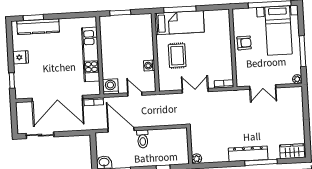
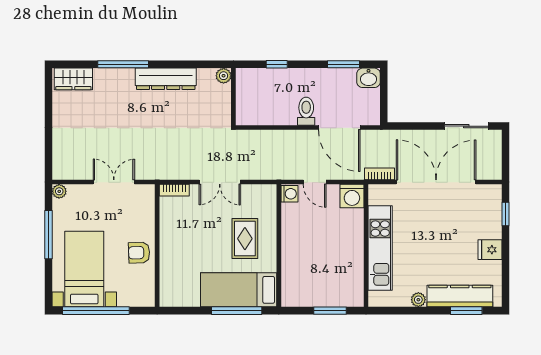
plant: (64, 23) -> (418, 300), added
washing machine: (149, 66) -> (289, 194), moved
dresser: (248, 154) -> (166, 79), moved

